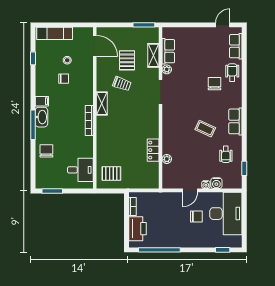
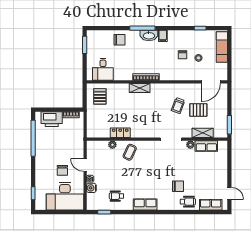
shelving: (102, 104) -> (140, 88), moved
coffee table: (205, 129) -> (130, 152), moved

